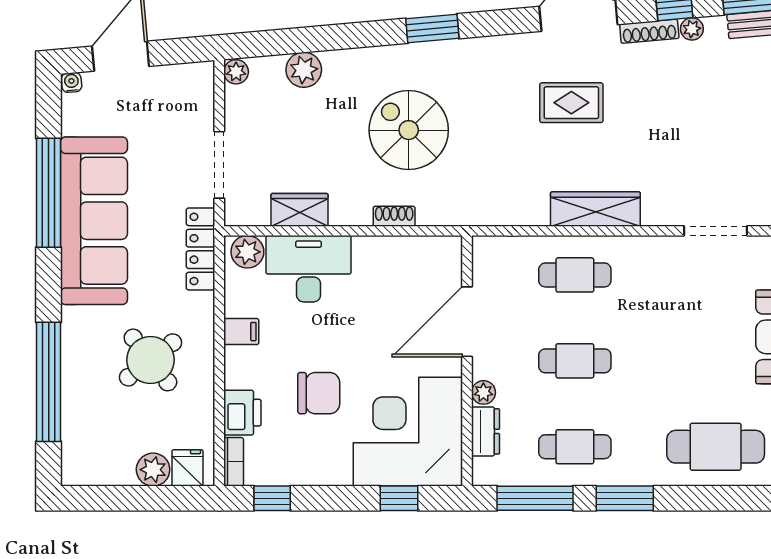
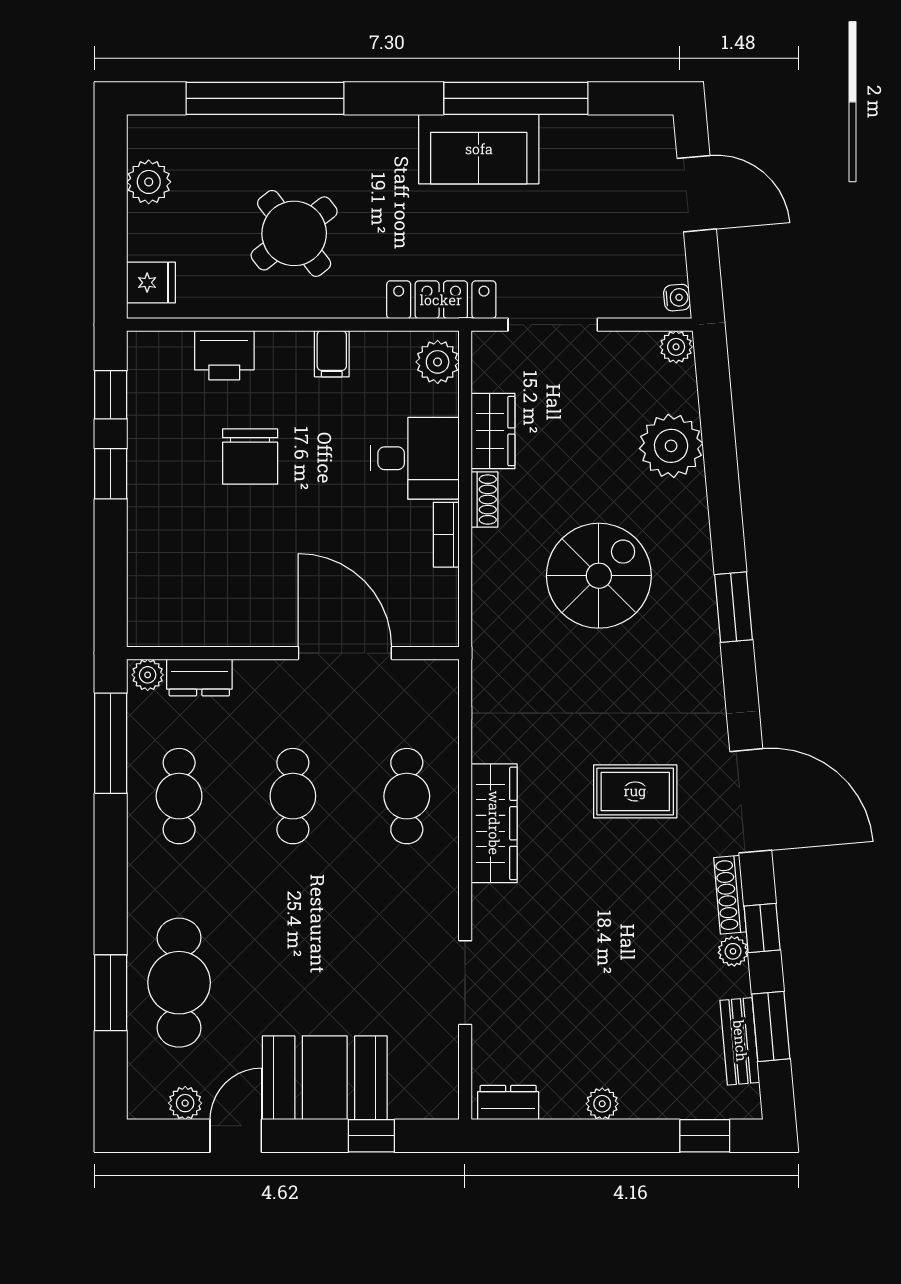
plant: (304, 70) -> (671, 446), width x1.36, depth x1.36
water cooler: (72, 82) -> (677, 298), moved
rug: (571, 103) -> (635, 791), turned 90
shoe rack: (394, 216) -> (485, 499), moved
sofa: (94, 221) -> (479, 149), width x0.54, depth x0.79
desk: (309, 269) -> (415, 458), width x0.73
plant: (483, 392) -> (148, 675), moved
corner desk: (408, 432) -> (199, 575), removed
bookcase: (234, 462) -> (446, 535), moved, turned 90
plant: (153, 470) -> (149, 182), moved
window: (399, 498) -> (111, 474), moved
window: (625, 498) -> (111, 993), moved

